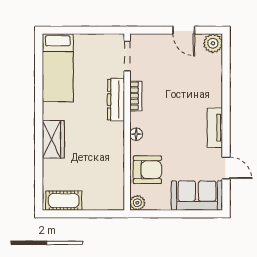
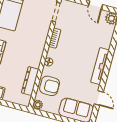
dresser: (116, 100) -> (30, 81), moved
tv unit: (215, 128) -> (100, 66), width x1.41

